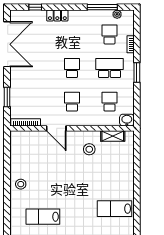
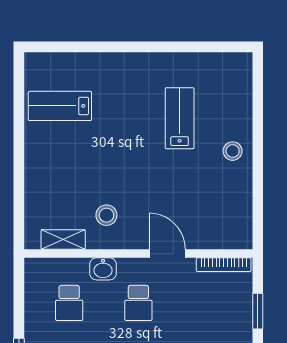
washbasin: (127, 120) -> (103, 269), moved
lab bench: (115, 209) -> (60, 106), turned 180
lab bench: (43, 217) -> (180, 118), moved, turned -90

